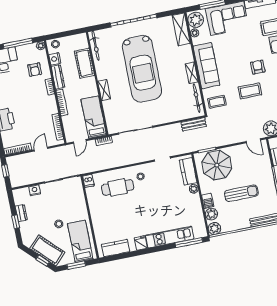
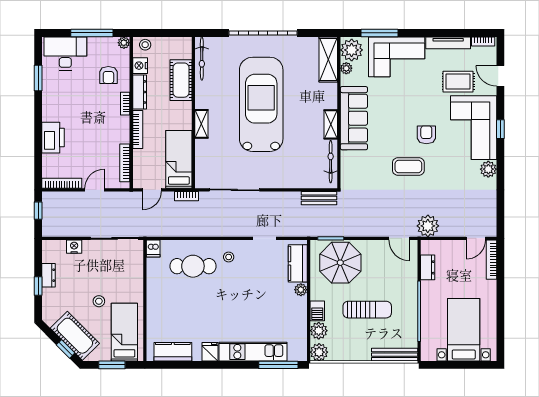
car: (142, 69) -> (261, 104), turned 180
coffee table: (217, 102) -> (358, 173), removed

